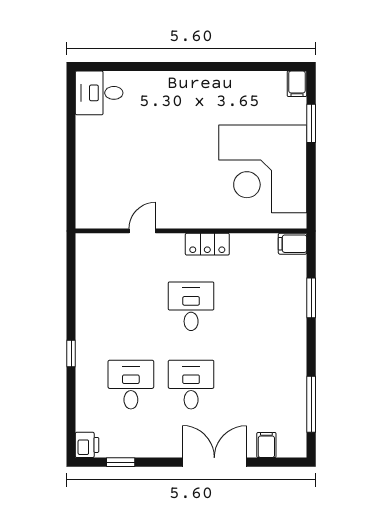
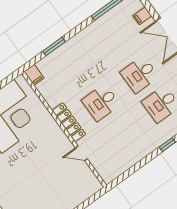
locker: (207, 244) -> (69, 122), width x1.53

